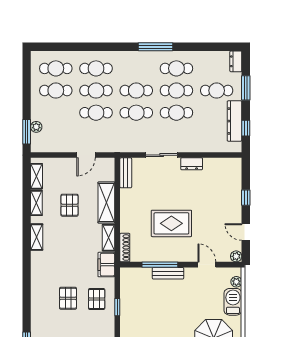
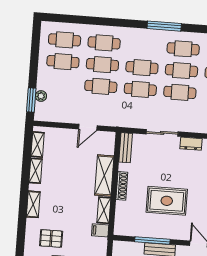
pallet: (70, 205) -> (51, 238), moved, turned 90
shoe rack: (125, 248) -> (122, 186), moved
filing cabinet: (106, 265) -> (100, 230), width x0.50

